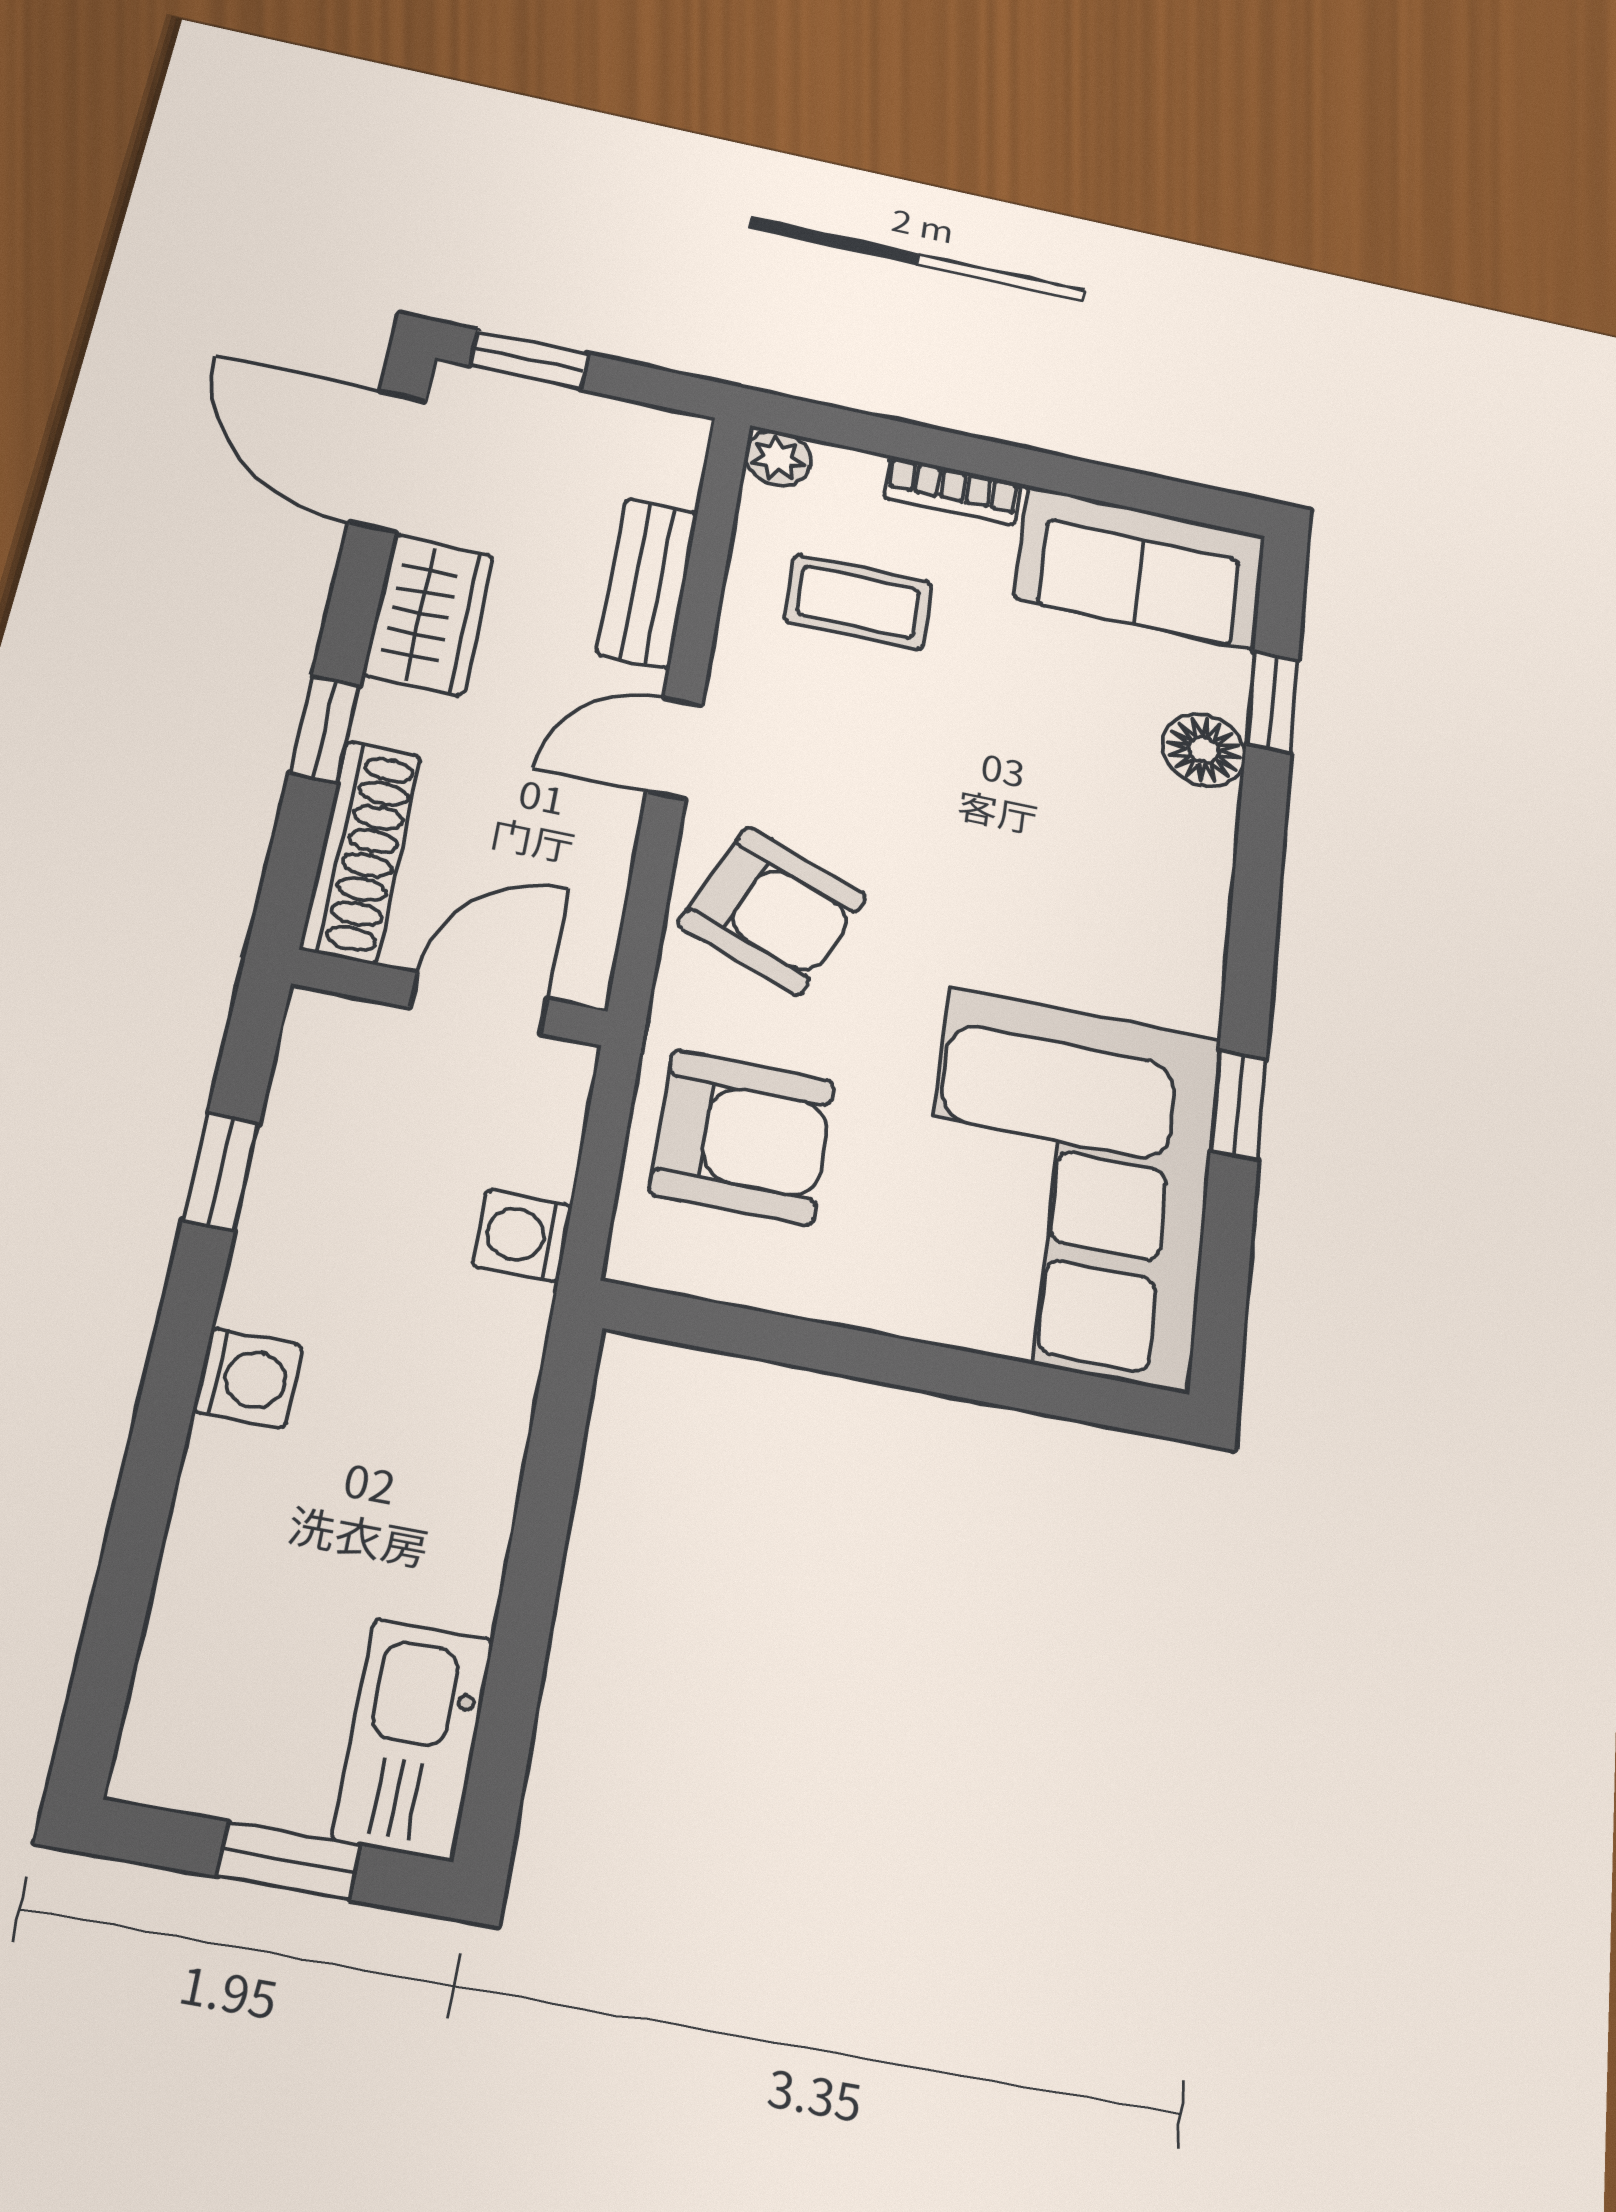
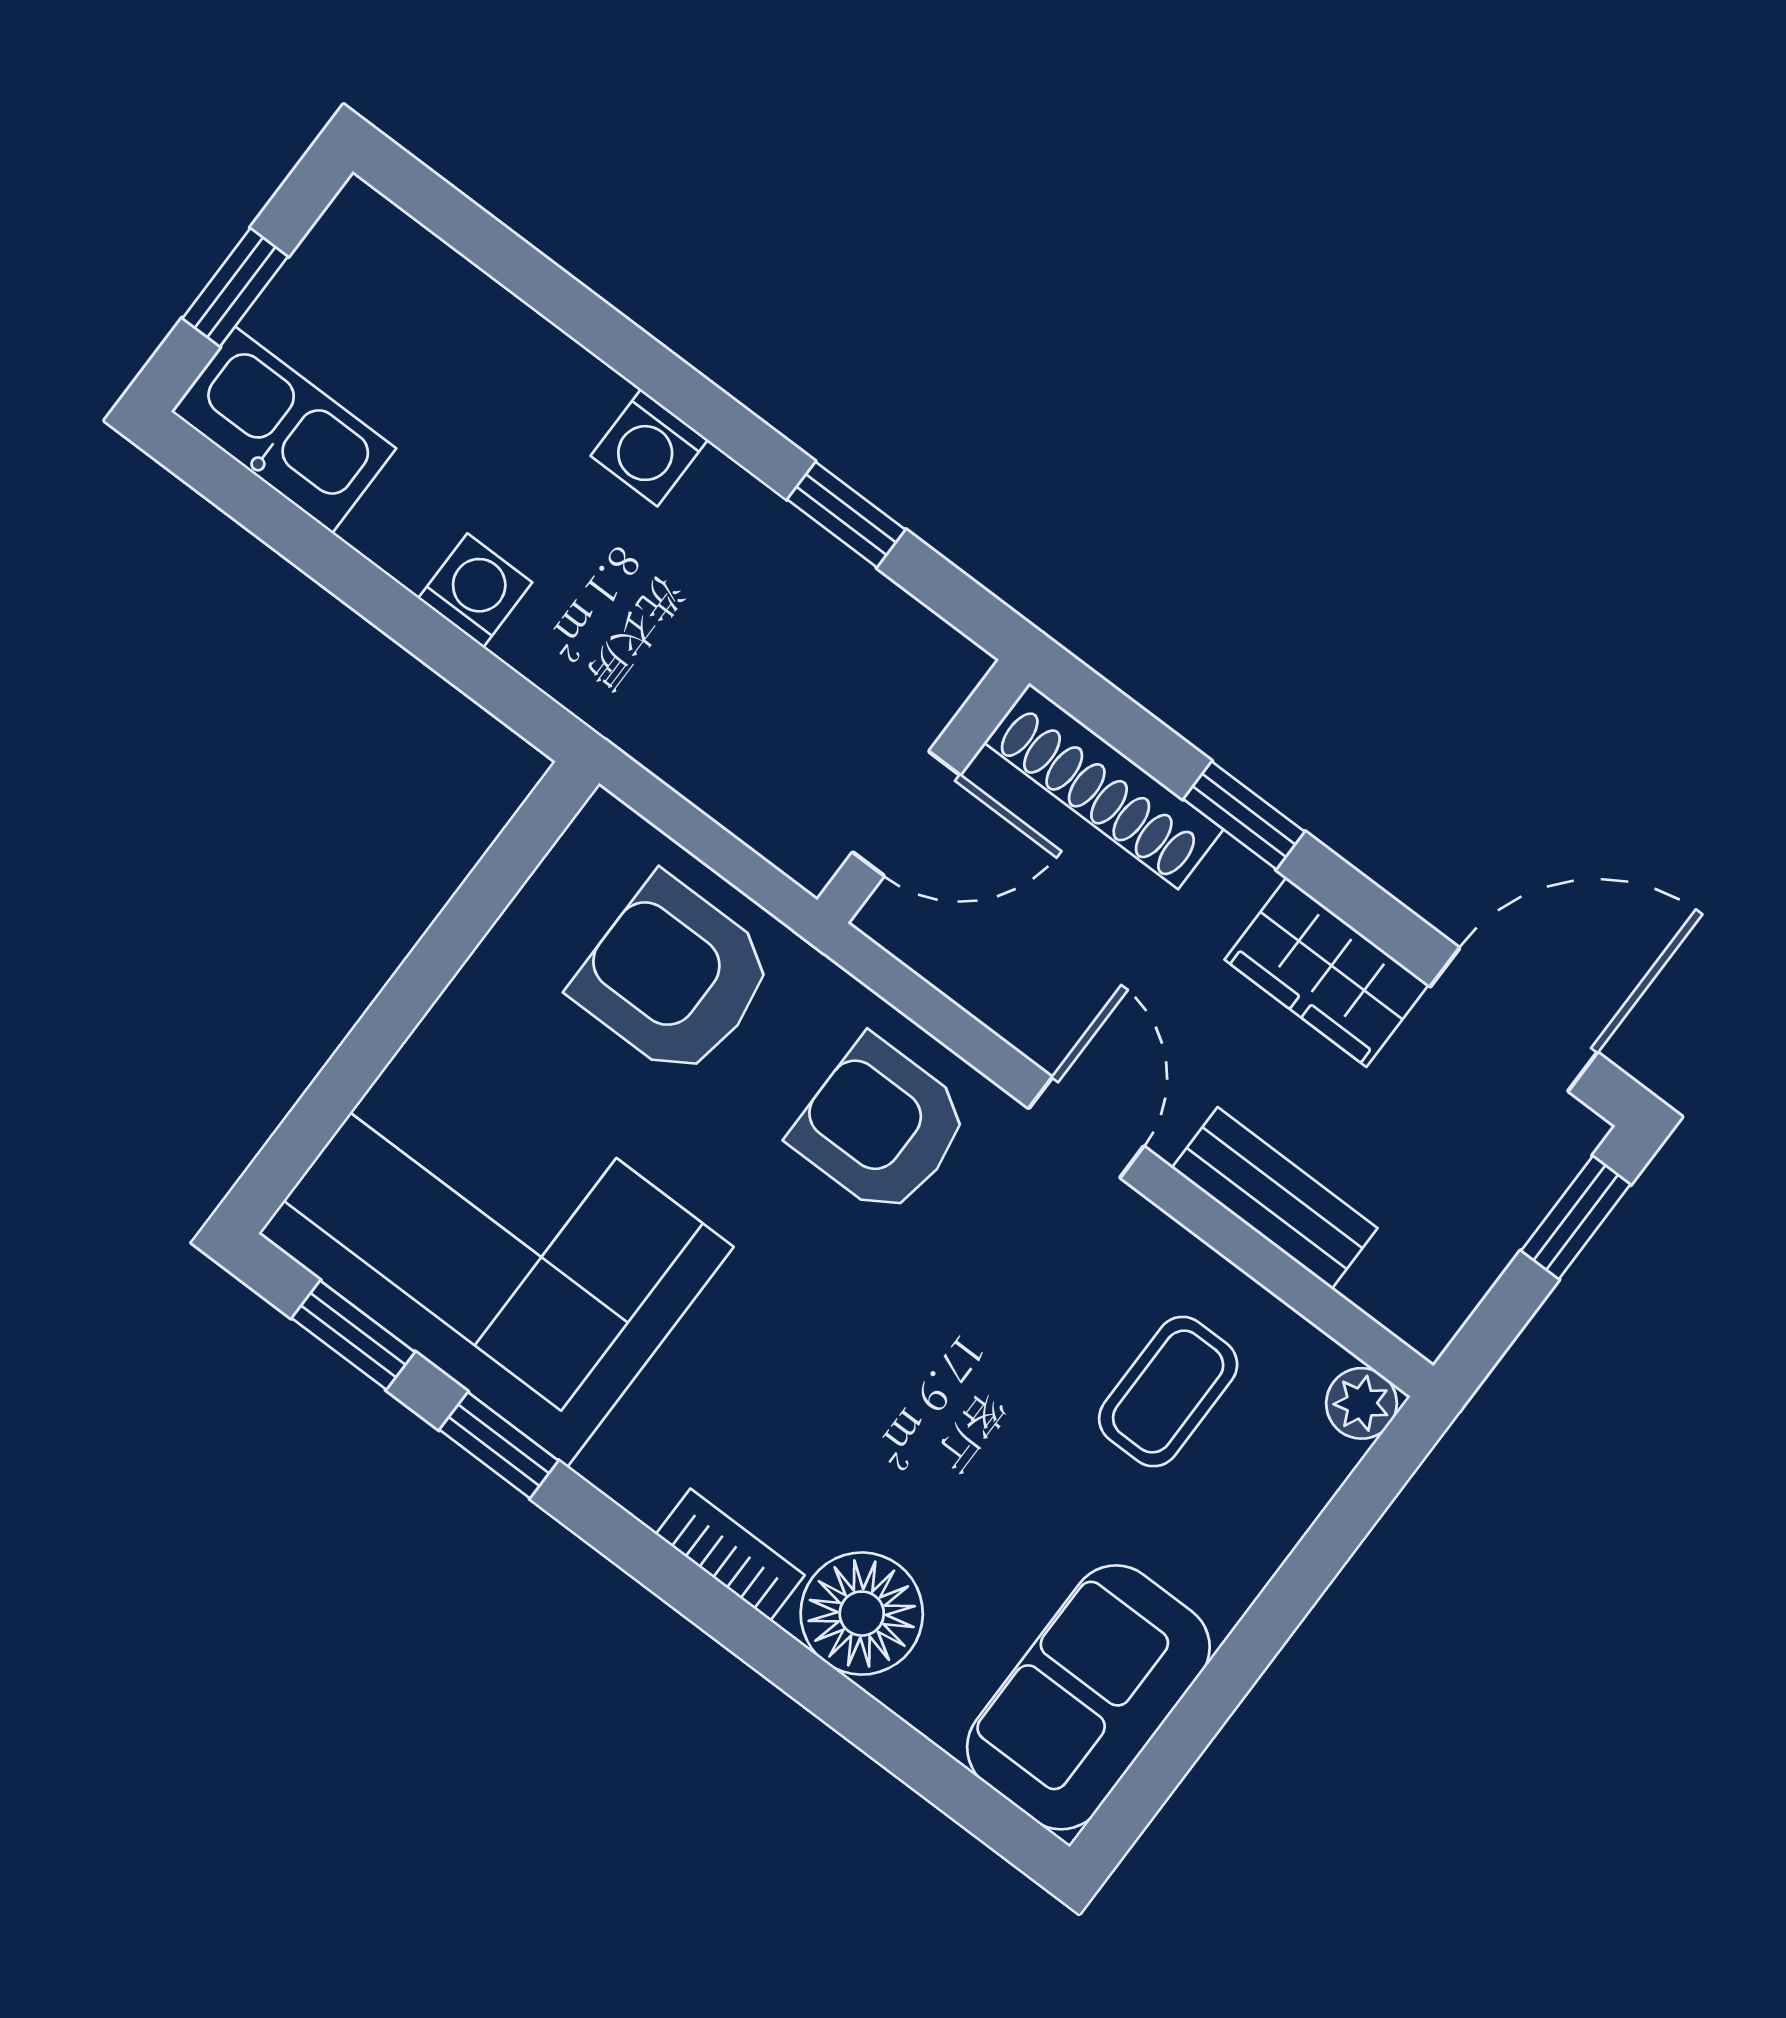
bookcase: (952, 491) -> (730, 1555), moved, turned 90
window: (1272, 702) -> (353, 1335), moved
floor lamp: (1204, 750) -> (862, 1614), width x1.38, depth x1.38
armchair: (772, 910) -> (881, 1127), turned 68
door: (479, 1003) -> (906, 814), hinge flipped
armchair: (742, 1137) -> (674, 977), turned 90
washing machine: (522, 1236) -> (475, 590), moved

